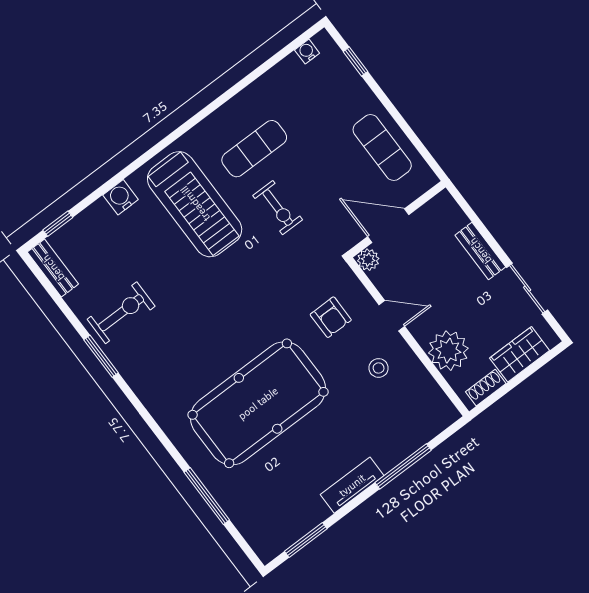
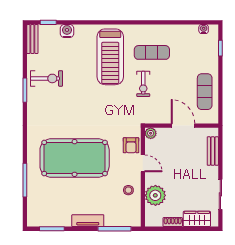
water cooler: (121, 197) -> (67, 31), moved
bench: (480, 251) -> (213, 151), moved
plant: (368, 260) -> (151, 133), moved
door: (392, 316) -> (143, 163), moved
wall: (408, 337) -> (143, 177), moved
plant: (448, 351) -> (155, 195), moved
stool: (379, 368) -> (128, 190), moved

